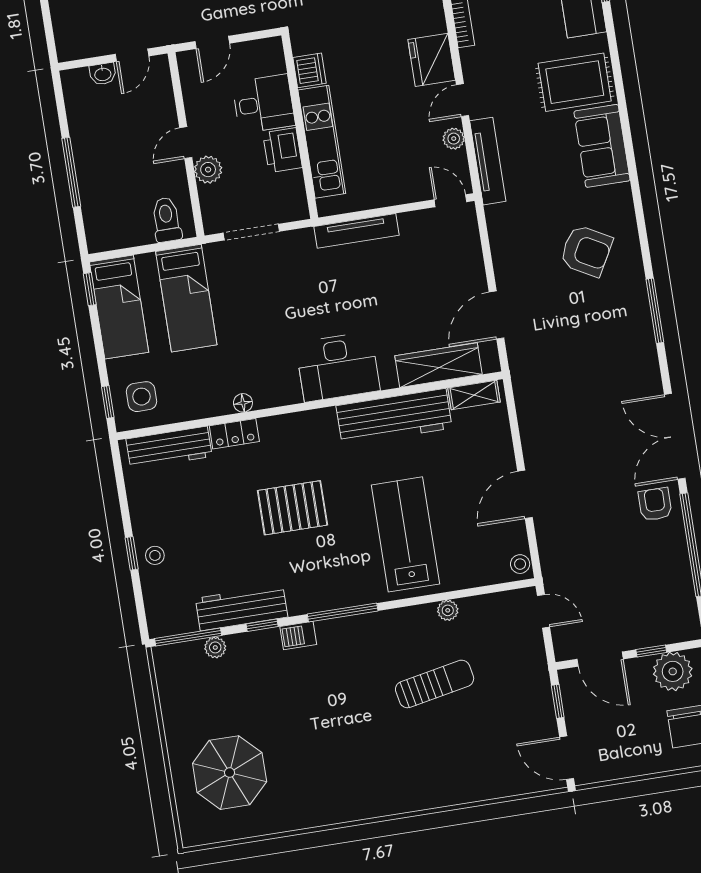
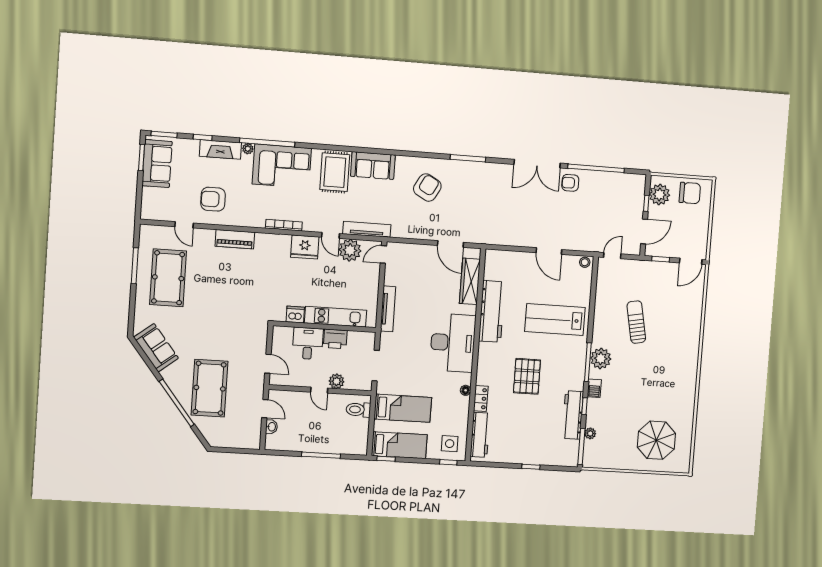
plant: (454, 139) -> (350, 250), width x1.88, depth x1.88
desk: (338, 367) -> (453, 343), width x1.36, depth x1.30
shelving: (474, 395) -> (490, 266), removed
stool: (155, 555) -> (535, 455), removed
plant: (448, 610) -> (601, 358), moved, width x1.88, depth x1.88

